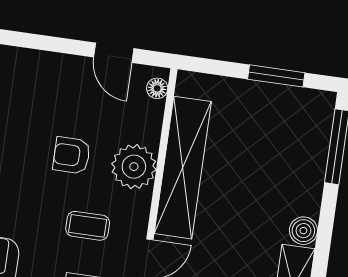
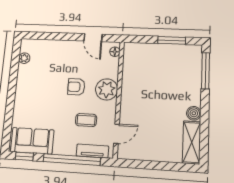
shelving: (183, 168) -> (130, 88), removed

